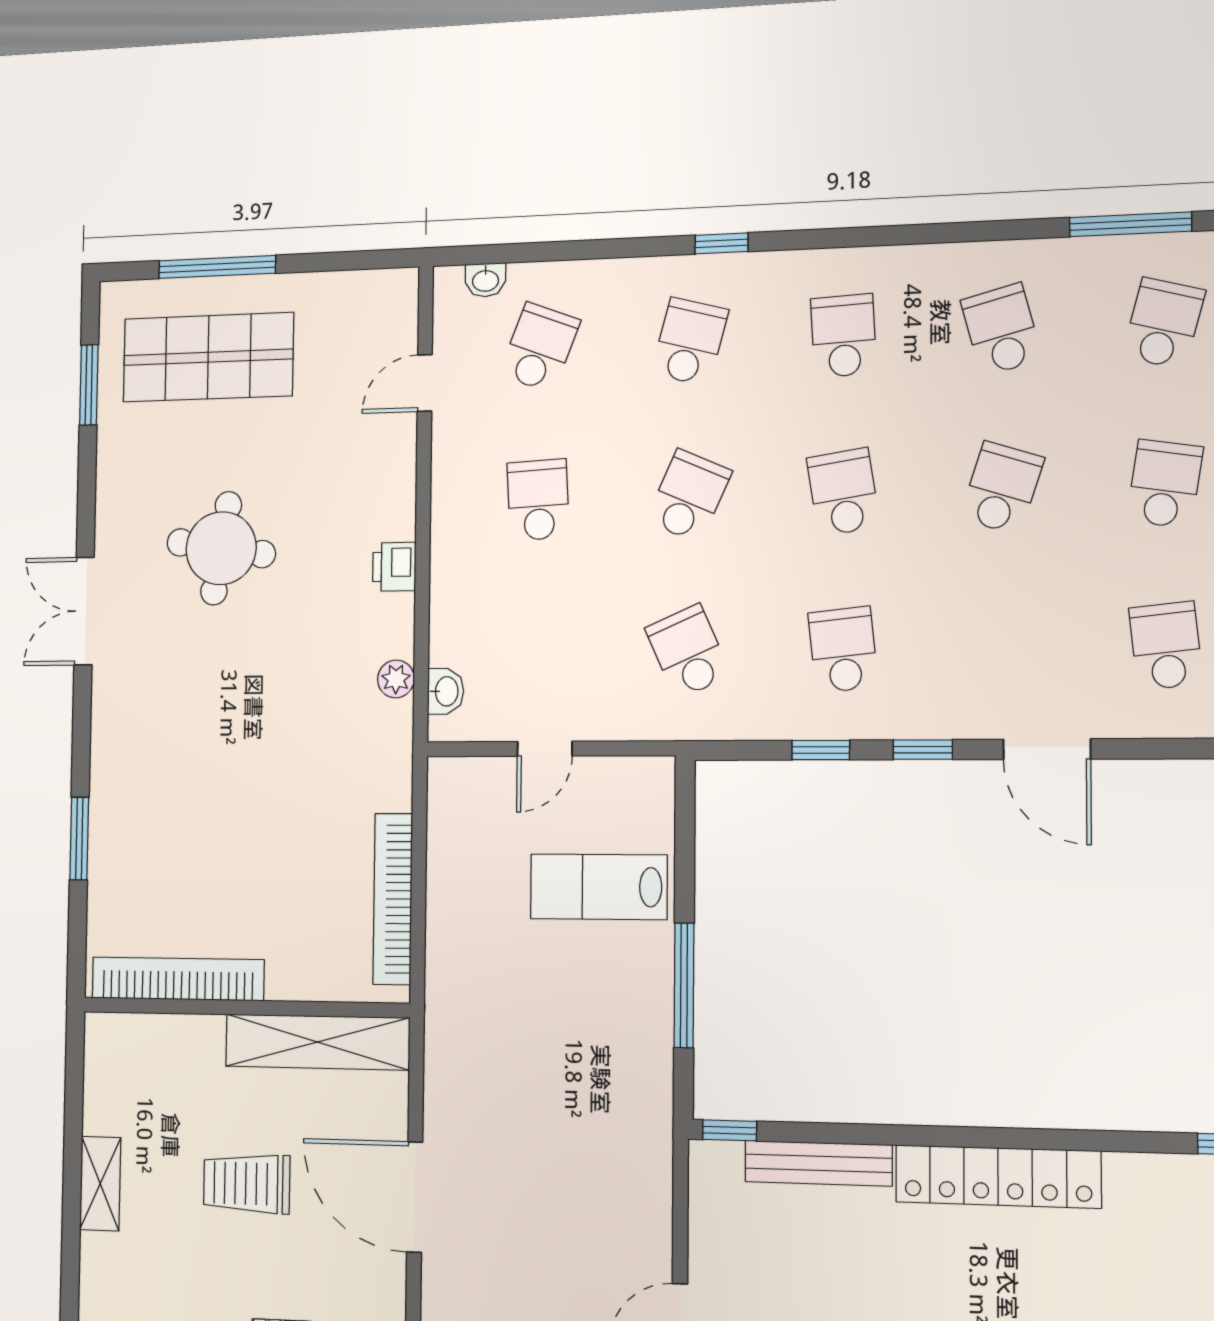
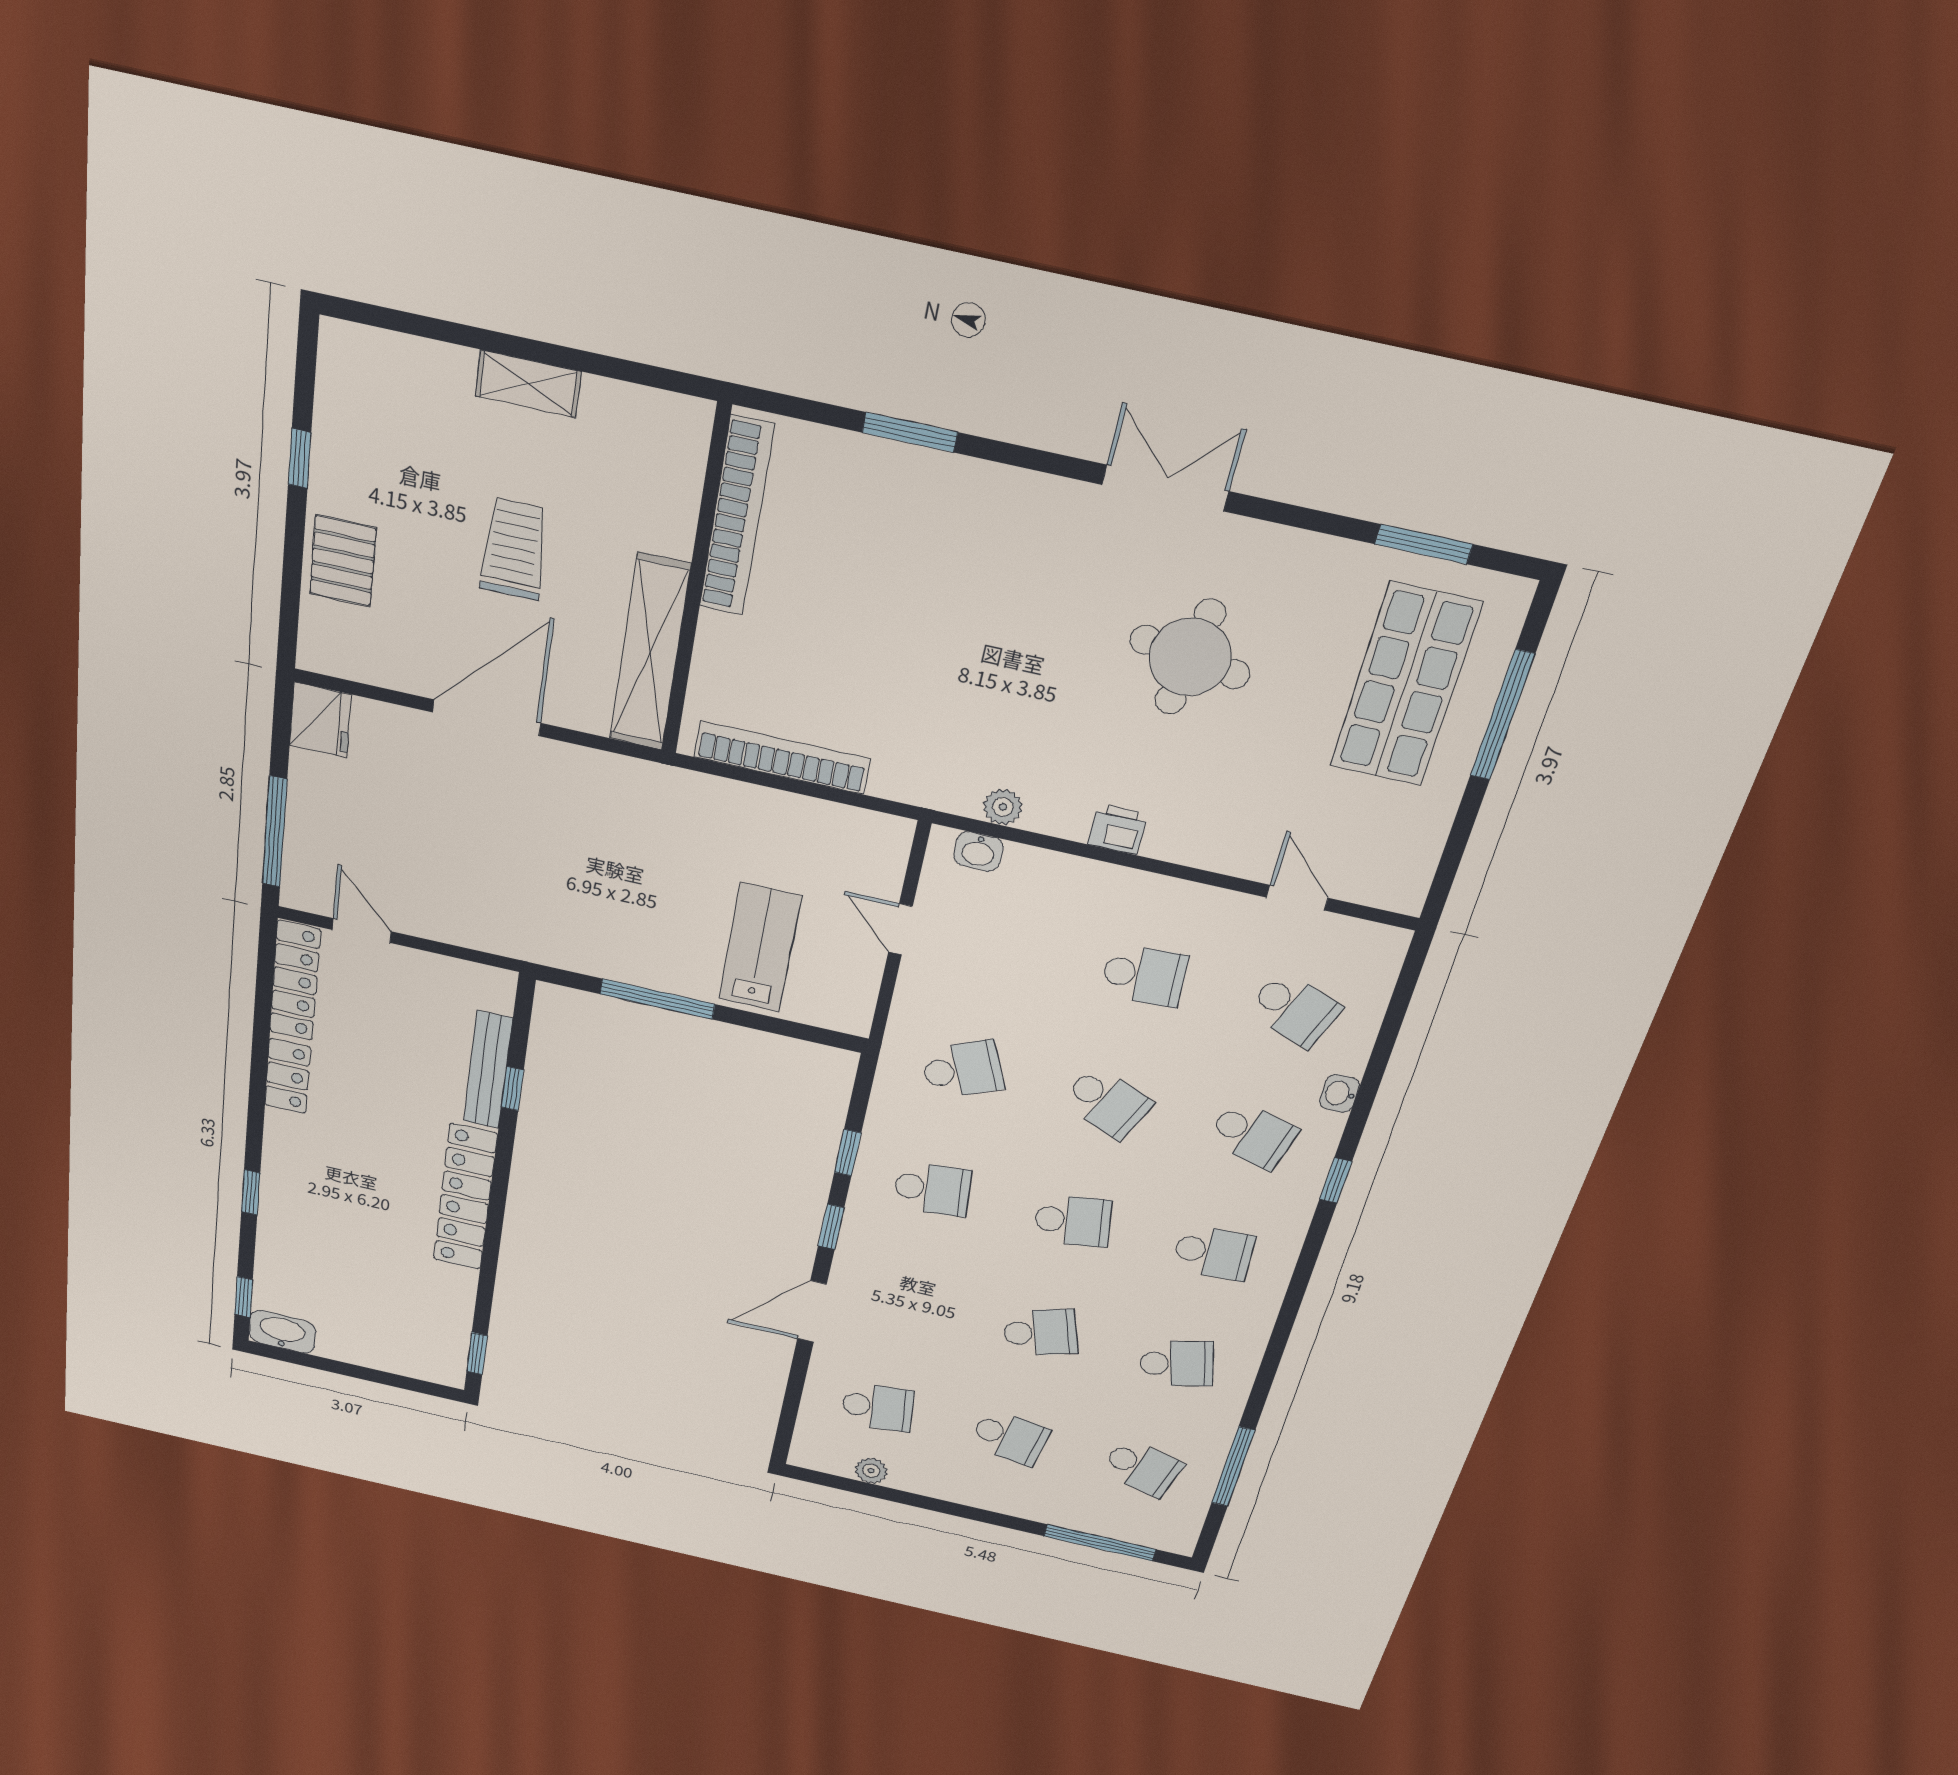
washbasin: (485, 280) -> (1340, 1094), moved
school desk: (1002, 488) -> (1040, 1332), turned -36
window: (730, 1130) -> (512, 1089), moved

